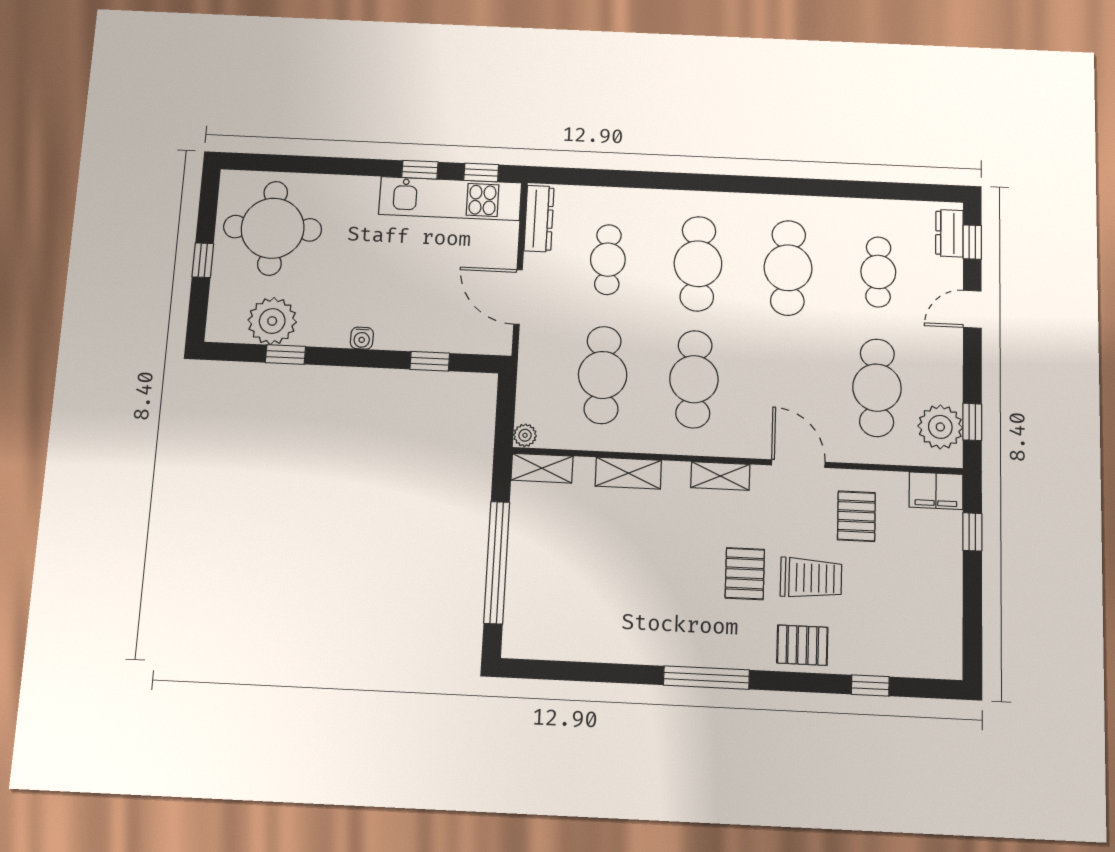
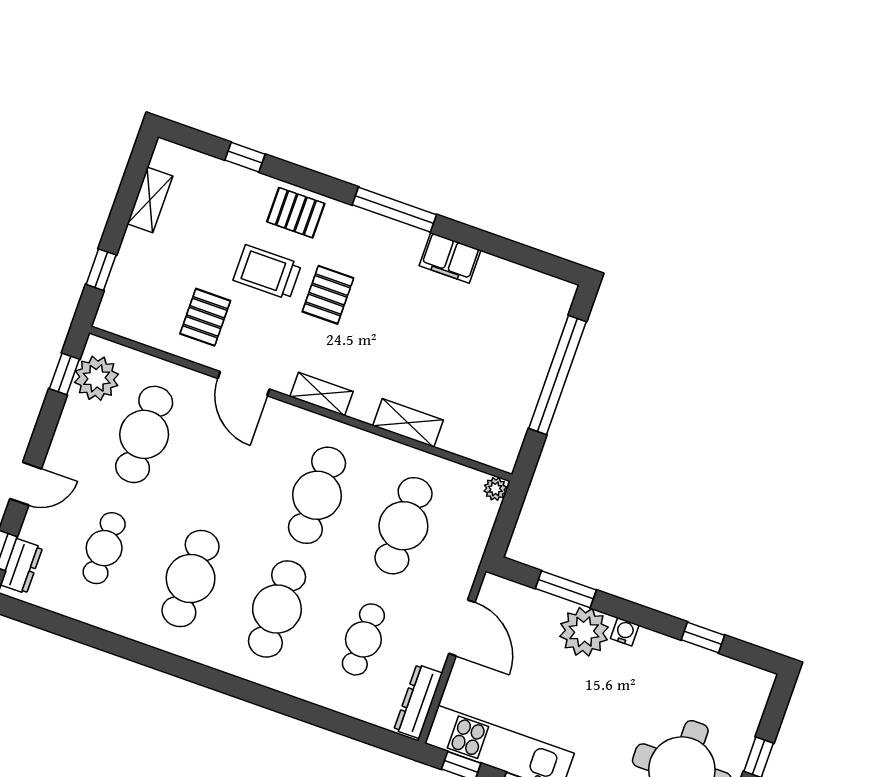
plant: (272, 321) -> (584, 632), moved
window: (430, 361) -> (566, 589), width x1.50
shelving: (542, 468) -> (150, 200), moved, turned 90
filing cabinet: (936, 491) -> (450, 258), moved, turned 180

